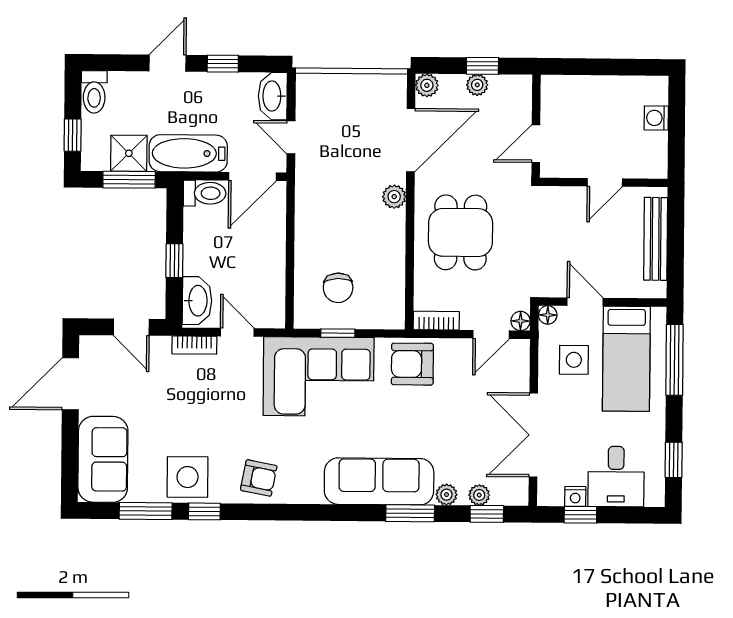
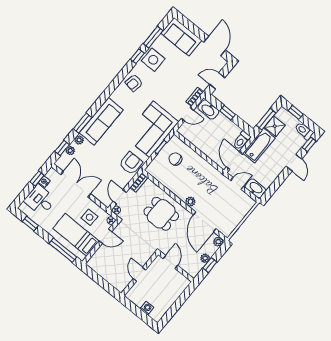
window: (223, 64) -> (309, 144), moved
bench: (656, 239) -> (108, 276), removed

